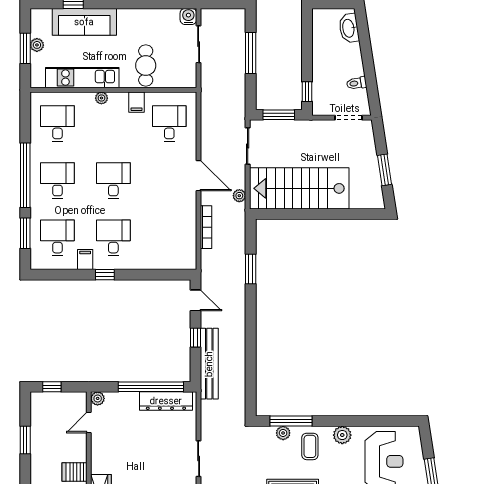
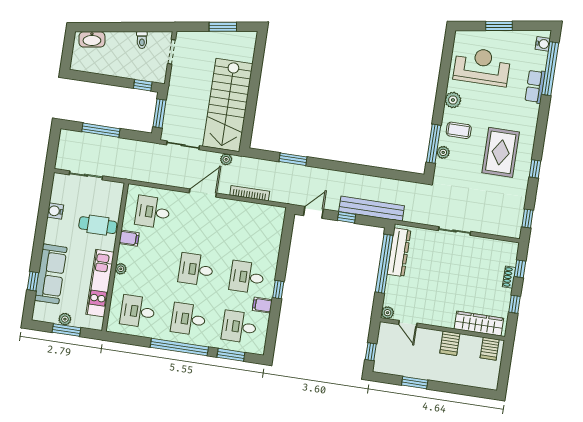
water cooler: (188, 16) -> (55, 211), moved

